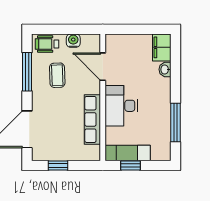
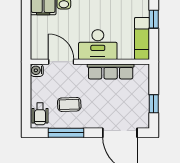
water cooler: (73, 41) -> (37, 70), moved
door: (103, 67) -> (61, 62), swing flipped
window: (131, 165) -> (154, 19), moved

